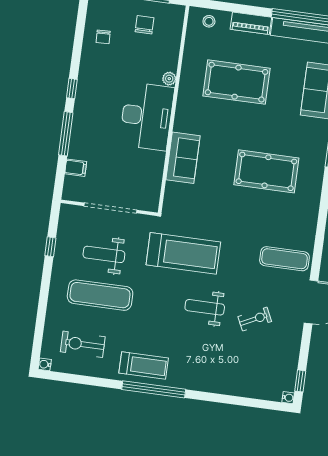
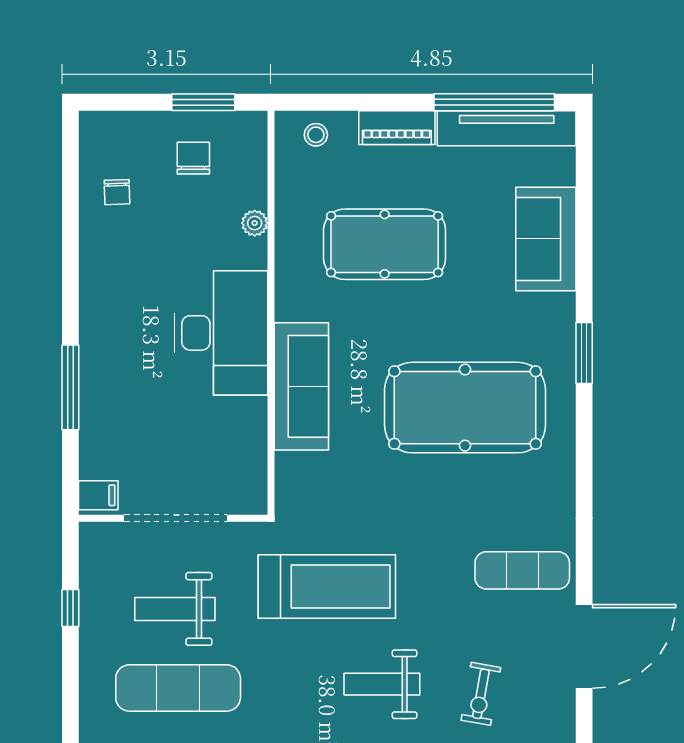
plant: (169, 79) -> (255, 223), moved
window: (72, 89) -> (70, 299), removed
sofa: (183, 158) -> (301, 386), width x1.36
filing cabinet: (76, 168) -> (98, 495), moved
pool table: (266, 171) -> (465, 408), width x1.36, depth x1.32
exercise bike: (255, 319) -> (481, 694), turned 126

